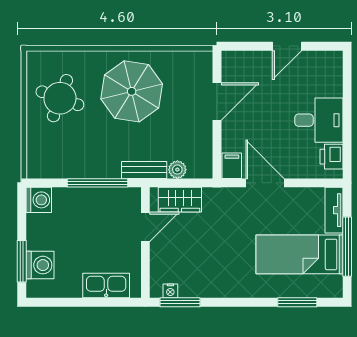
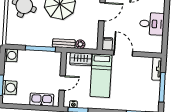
printer: (331, 157) -> (157, 42), removed
door: (145, 227) -> (62, 83), moved
bed: (299, 254) -> (101, 76), moved, turned -90

